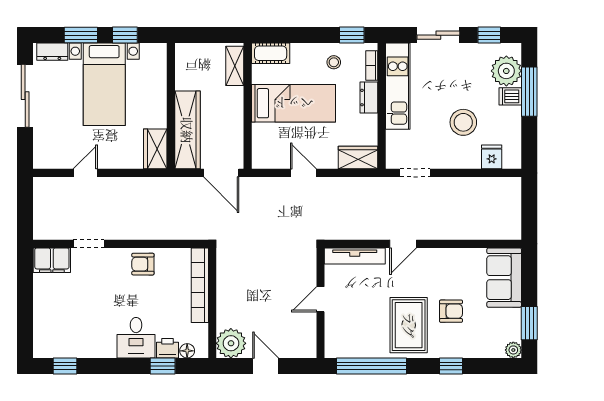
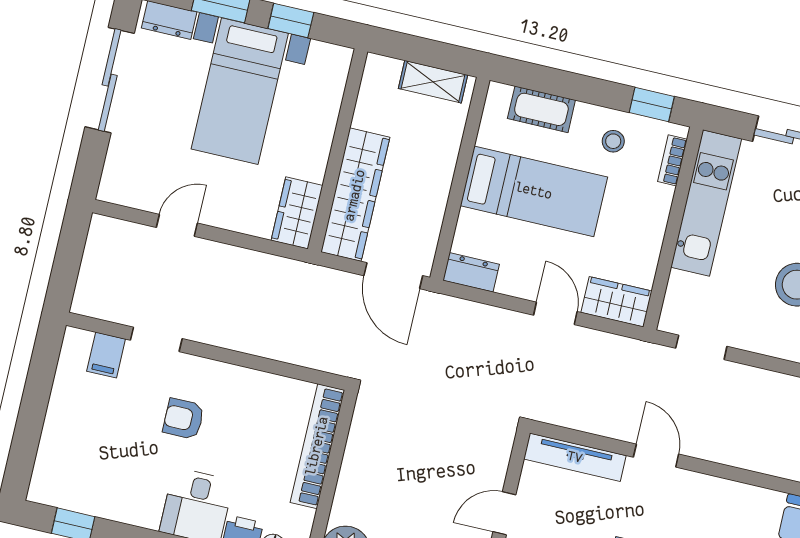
cot: (271, 53) -> (541, 109), moved
shelving: (235, 66) -> (433, 82), moved, turned 90
dresser: (369, 98) -> (471, 272), moved, turned 90
door: (303, 173) -> (555, 313), moved
door: (403, 244) -> (656, 456), swing flipped
filing cabinet: (52, 260) -> (106, 355), width x0.50
armchair: (143, 264) -> (184, 419), moved

